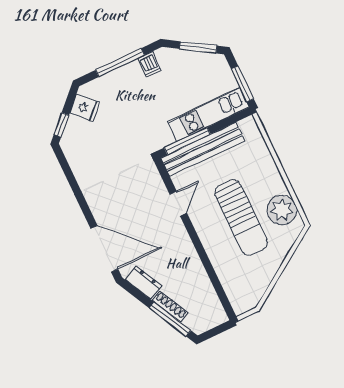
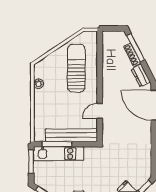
window: (187, 141) -> (57, 144), moved
plant: (282, 210) -> (38, 84), width x0.53, depth x0.53
sun lounger: (241, 217) -> (76, 68), moved

